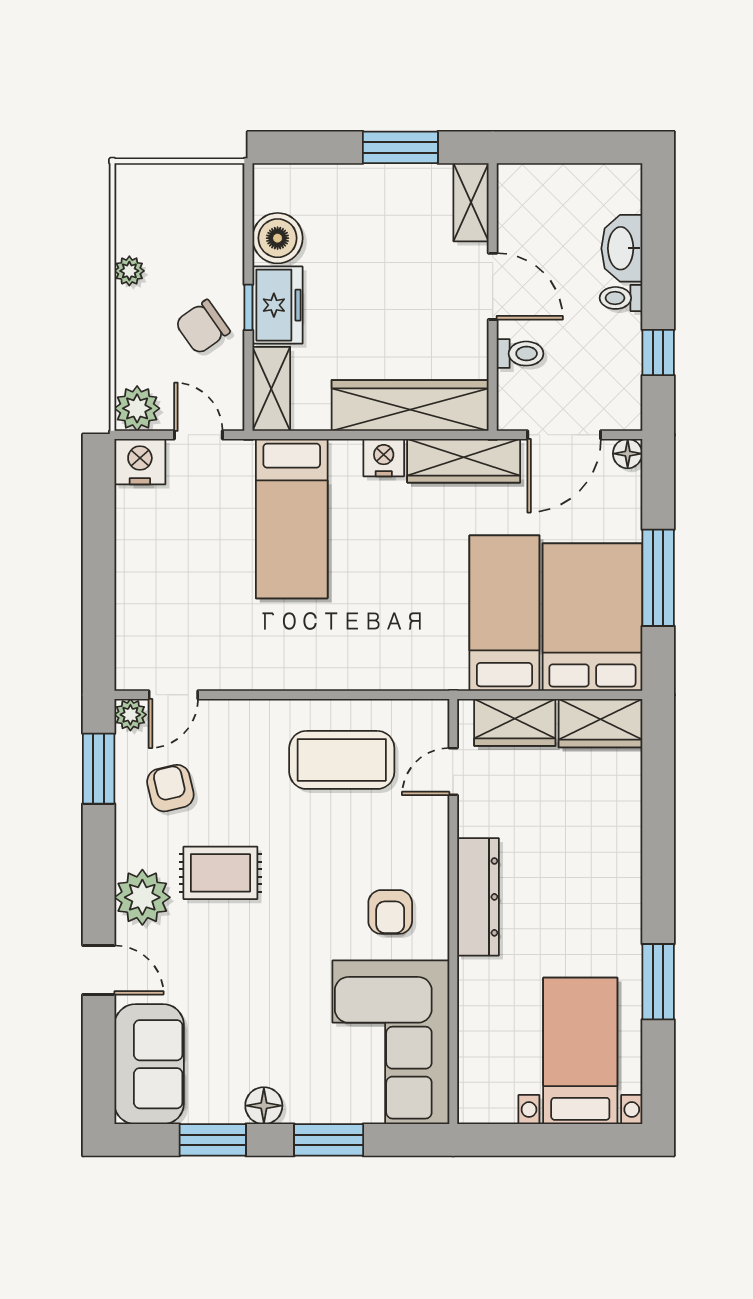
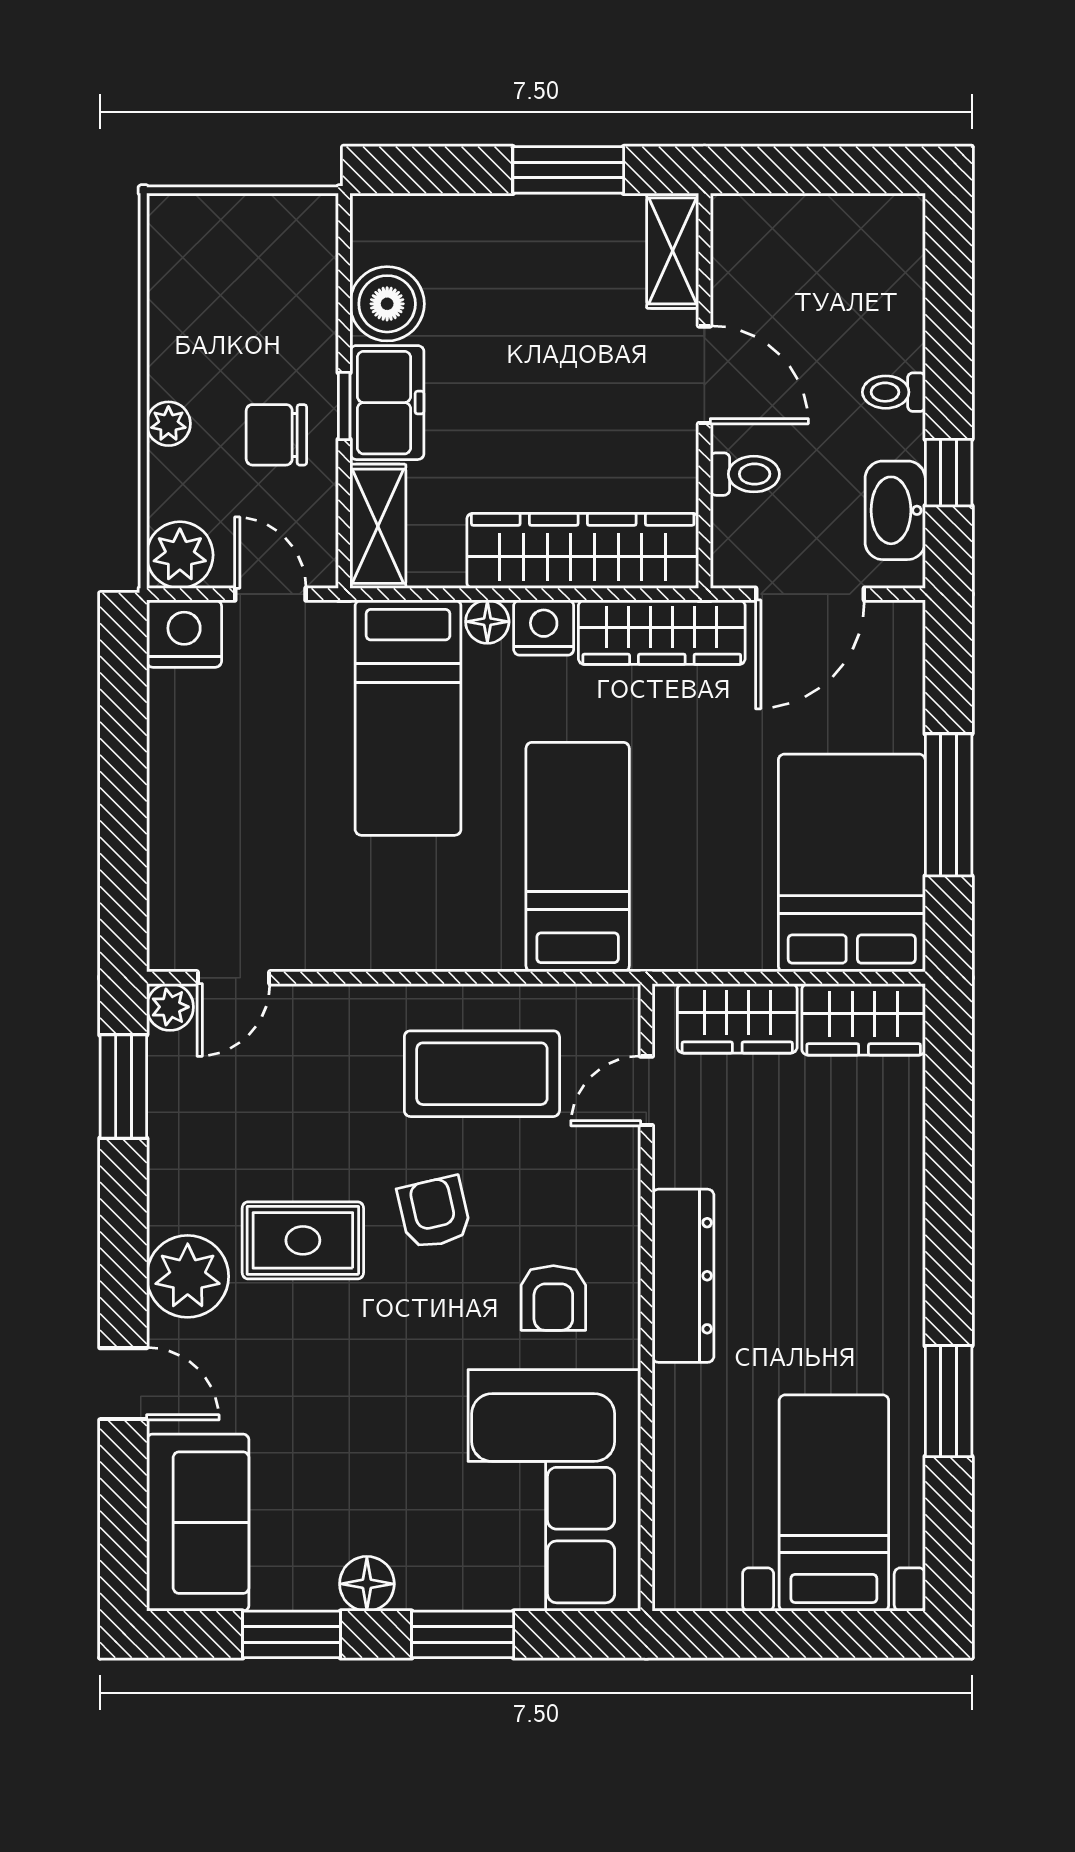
washbasin: (622, 248) -> (895, 510), moved
plant: (129, 271) -> (168, 424), moved
chair: (203, 327) -> (276, 435), turned 35
floor lamp: (628, 454) -> (487, 622), moved
bed: (504, 613) -> (578, 857), moved
armchair: (170, 788) -> (434, 1213), moved

